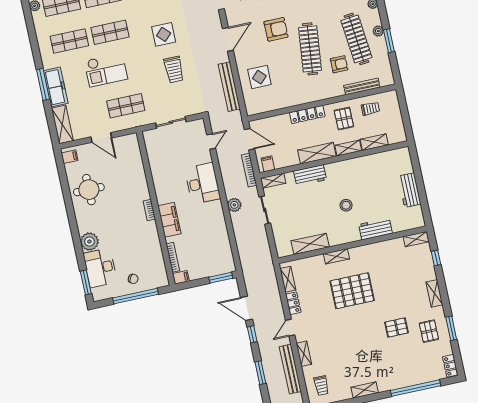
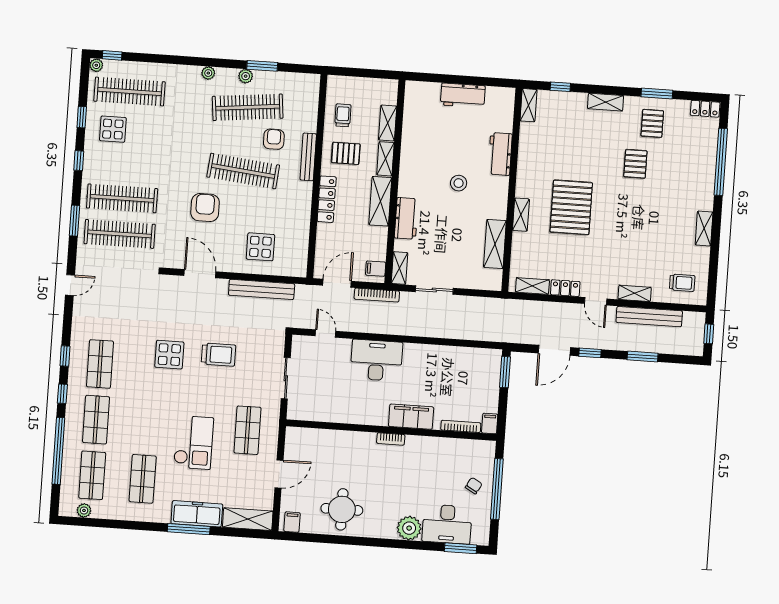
shop shelf: (110, 32) -> (147, 423), removed
bench: (362, 86) -> (308, 157), moved
plant: (234, 205) -> (416, 327), removed
pallet: (429, 331) -> (652, 123), turned 90

